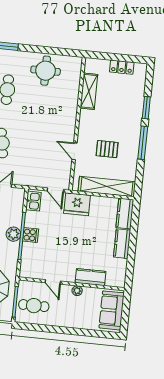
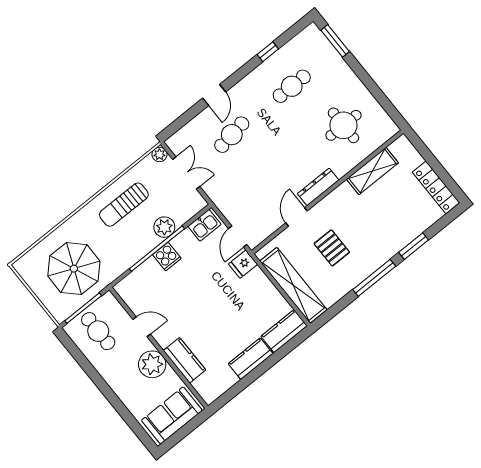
locker: (122, 67) -> (436, 187), width x1.53
round table: (46, 71) -> (343, 125), moved
dresser: (70, 126) -> (318, 187), added
fridge: (77, 204) -> (243, 264), width x0.53, depth x0.75
plant: (13, 234) -> (164, 227), moved
door: (53, 282) -> (142, 327), swing flipped
plant: (77, 291) -> (152, 364), width x1.88, depth x1.88

